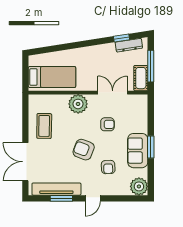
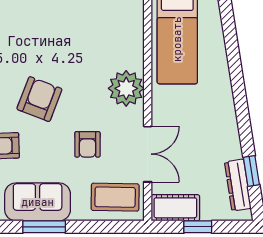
window: (151, 66) -> (198, 227), width x0.46
coffee table: (44, 126) -> (115, 197), moved

